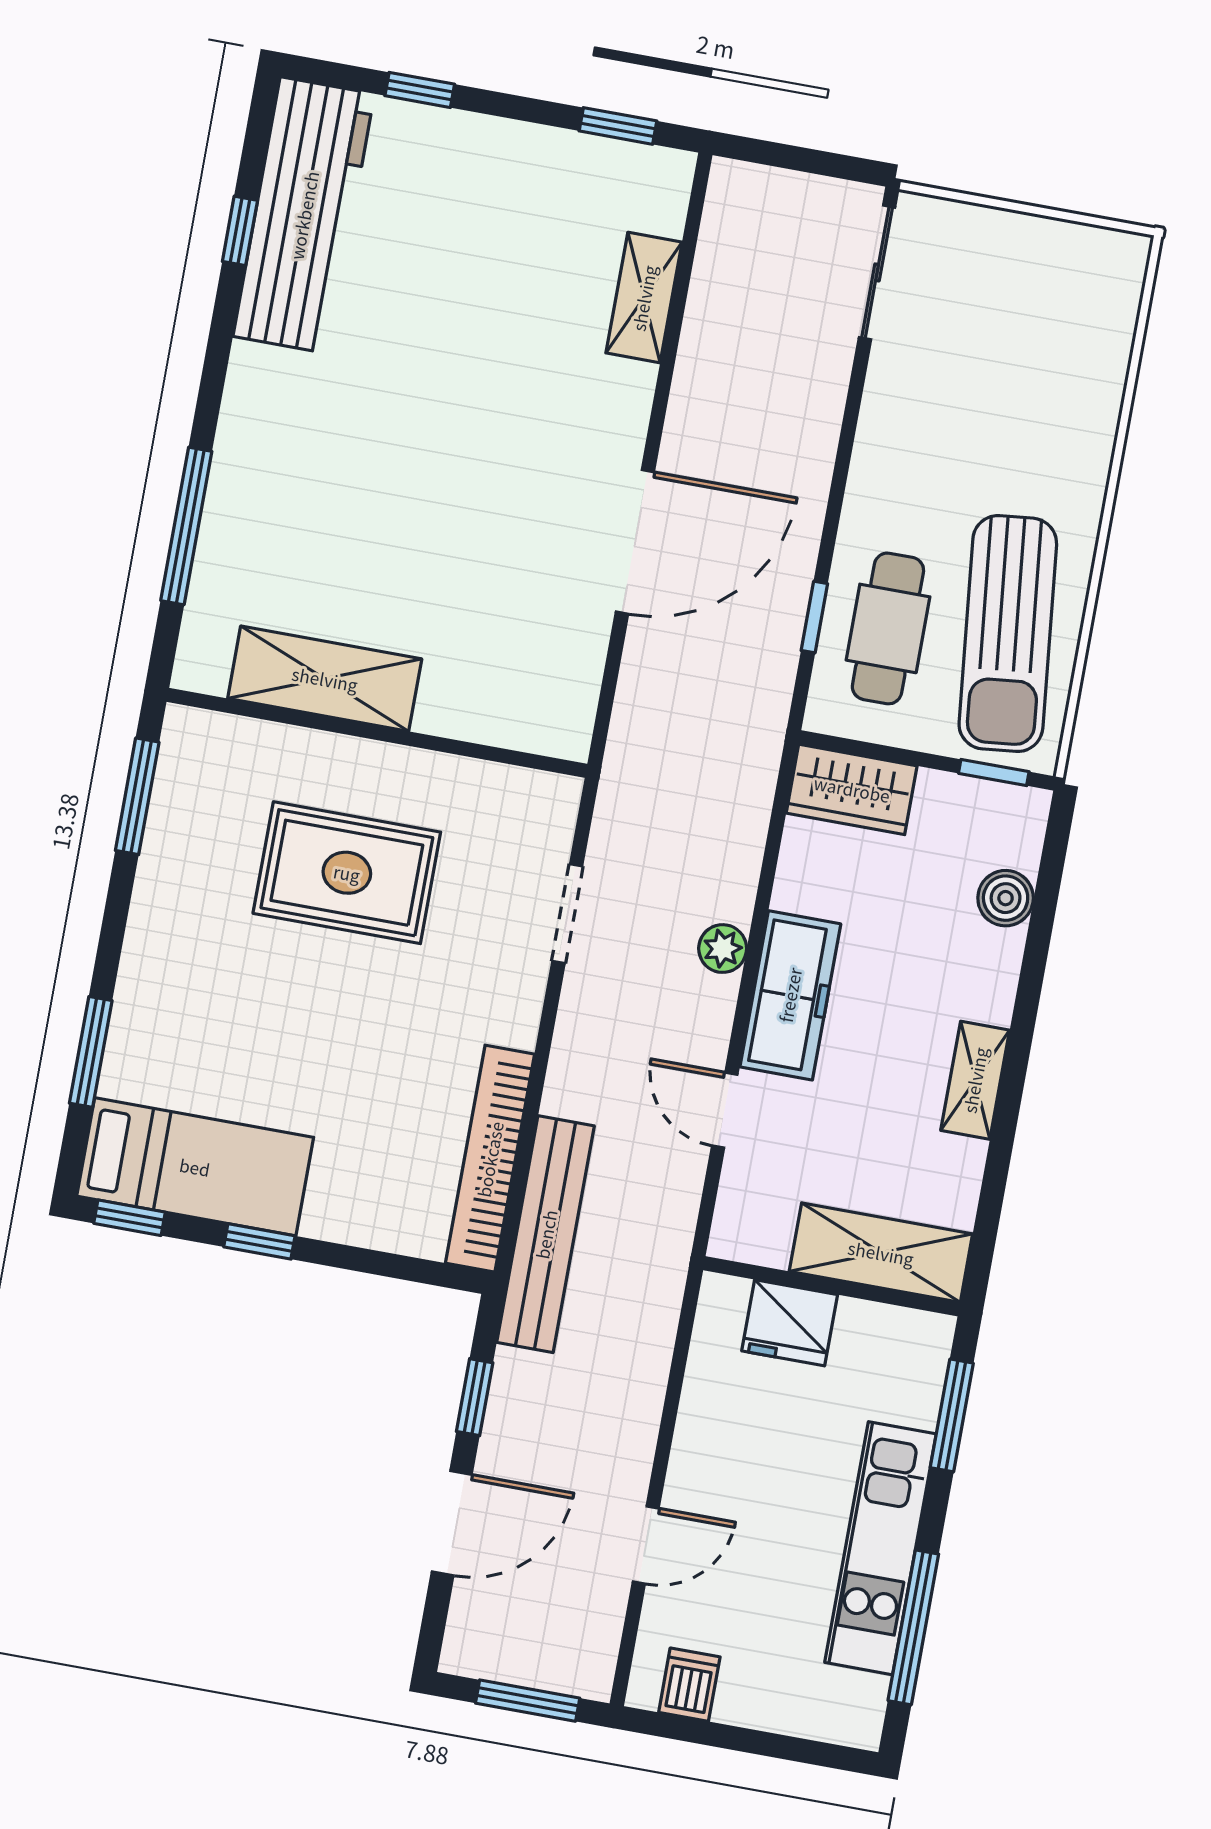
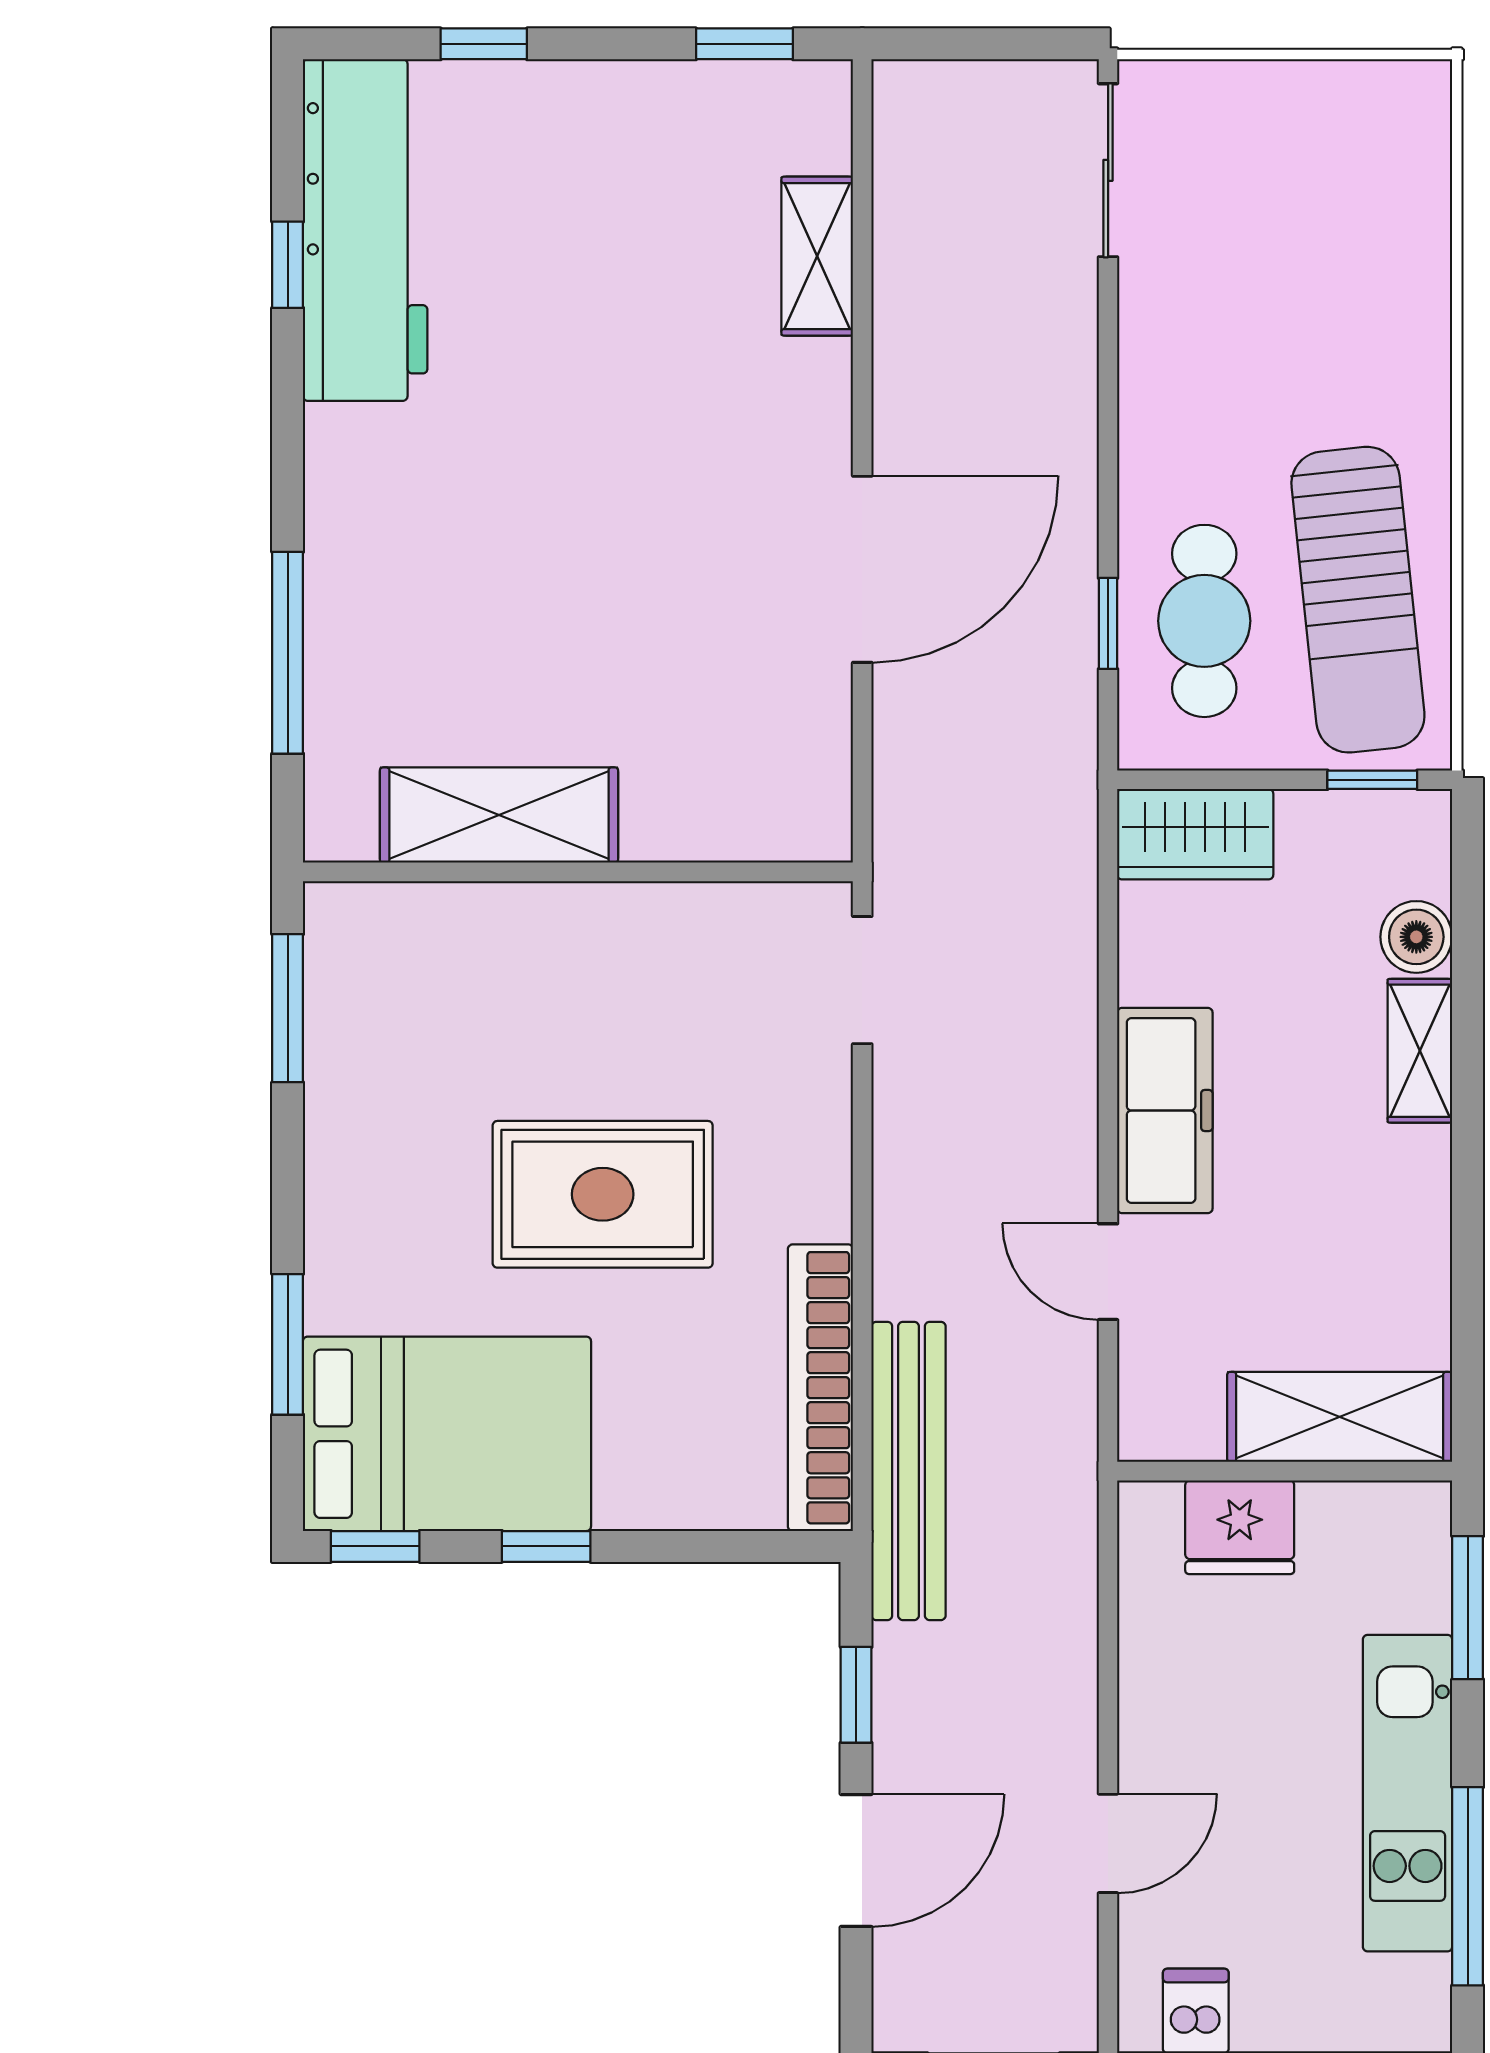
rug: (347, 873) -> (603, 1194), moved
doorway: (567, 914) -> (862, 980), moved
plant: (723, 949) -> (1068, 1066), removed
shelving: (975, 1080) -> (1420, 1051), moved
bed: (195, 1167) -> (447, 1434), width x1.50

